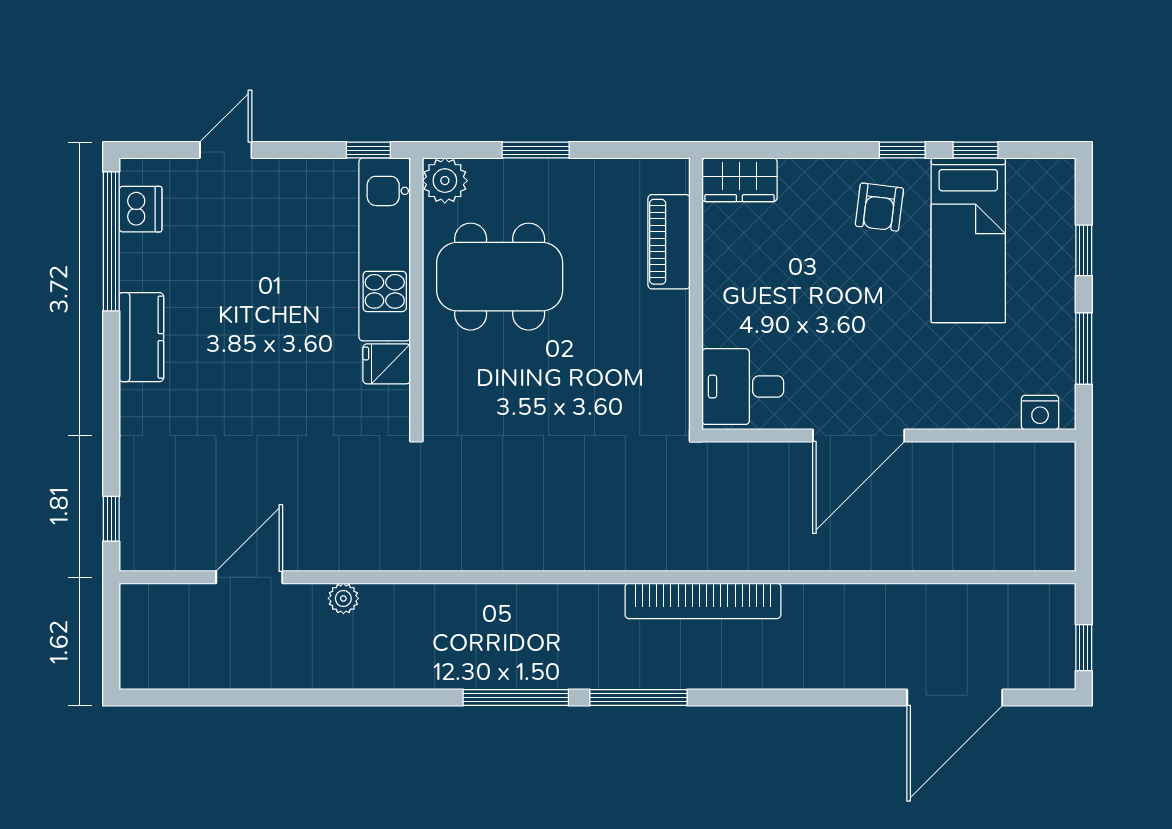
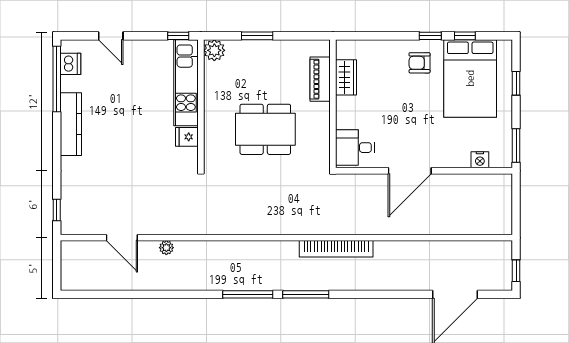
door: (226, 150) -> (111, 36), swing flipped
wardrobe: (739, 180) -> (346, 77), moved, turned -90
armchair: (879, 207) -> (420, 63), turned 83
bed: (968, 240) -> (470, 78), width x1.50
dining table: (500, 277) -> (265, 129), moved
kitchen counter: (141, 337) -> (71, 124), width x1.50
window: (1084, 348) -> (516, 146), moved
nightstand: (1040, 412) -> (480, 160), moved
door: (249, 577) -> (122, 238), swing flipped

